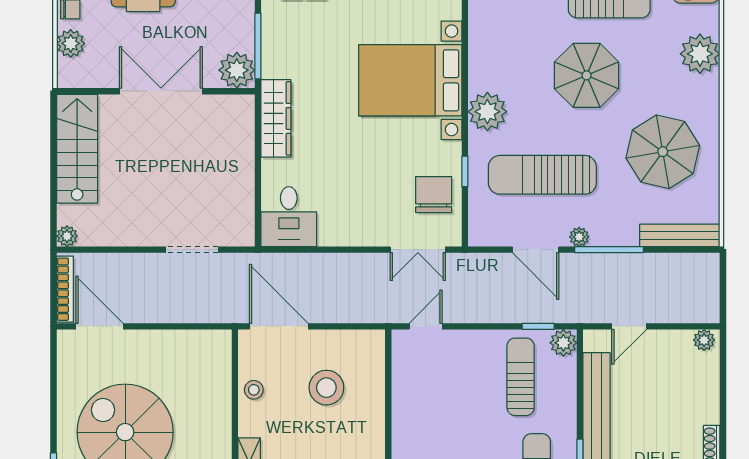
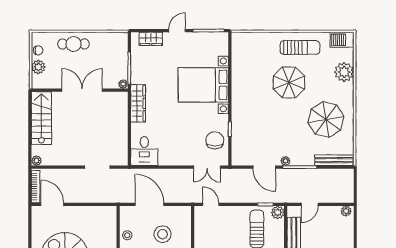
plant: (237, 70) -> (123, 84), width x0.53, depth x0.53
plant: (487, 112) -> (241, 100), removed
sun lounger: (542, 175) -> (267, 131), removed
door: (279, 326) -> (150, 204), moved
door: (426, 326) -> (211, 204), hinge flipped

